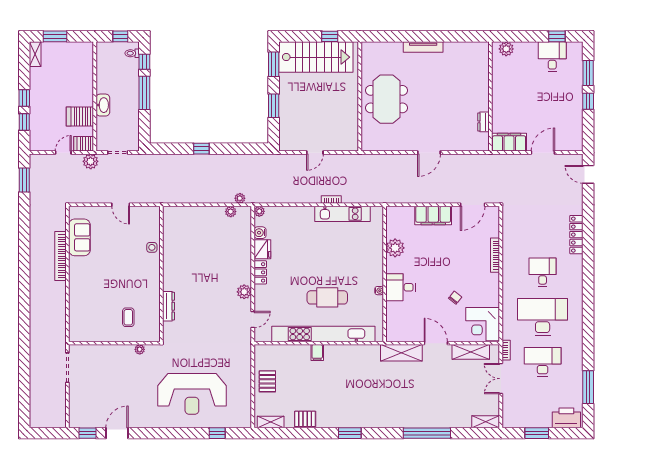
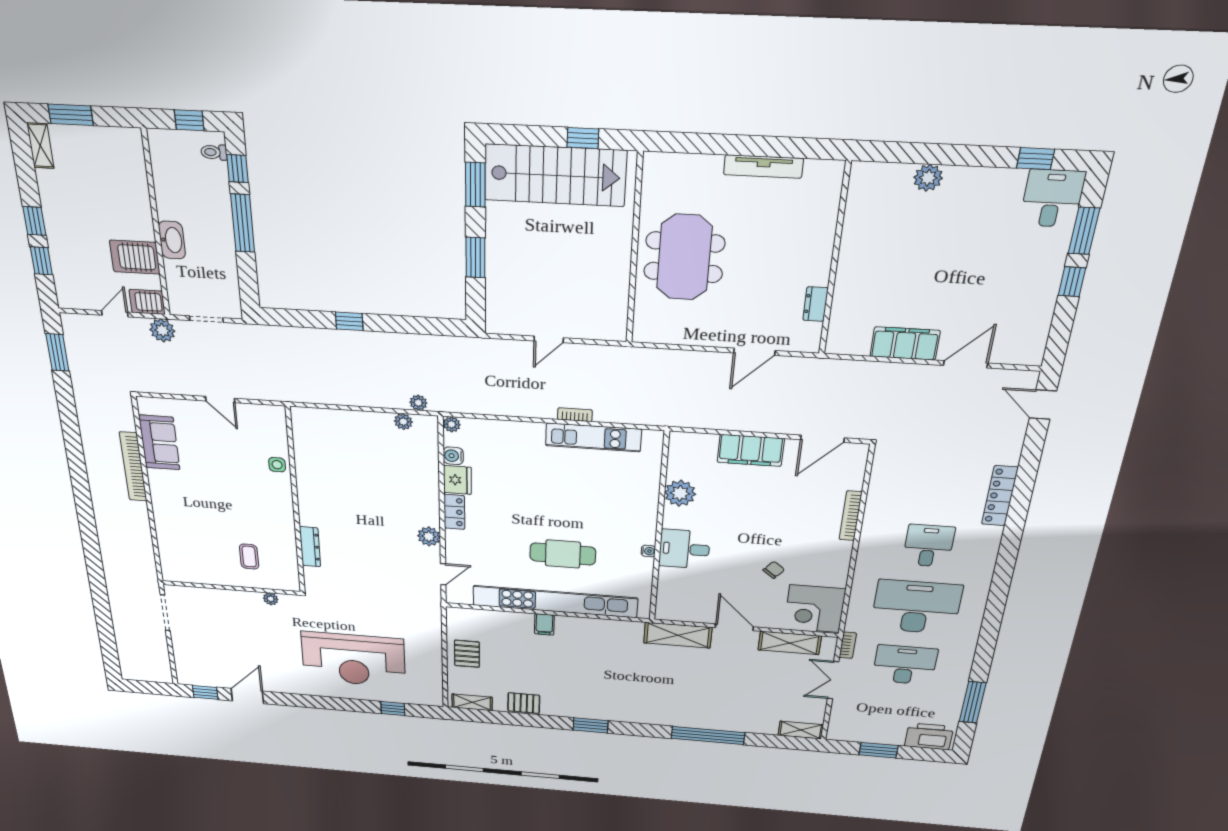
desk: (552, 57) -> (1052, 198), moved
wall: (490, 96) -> (835, 261), moved
dresser: (483, 122) -> (815, 304), moved

